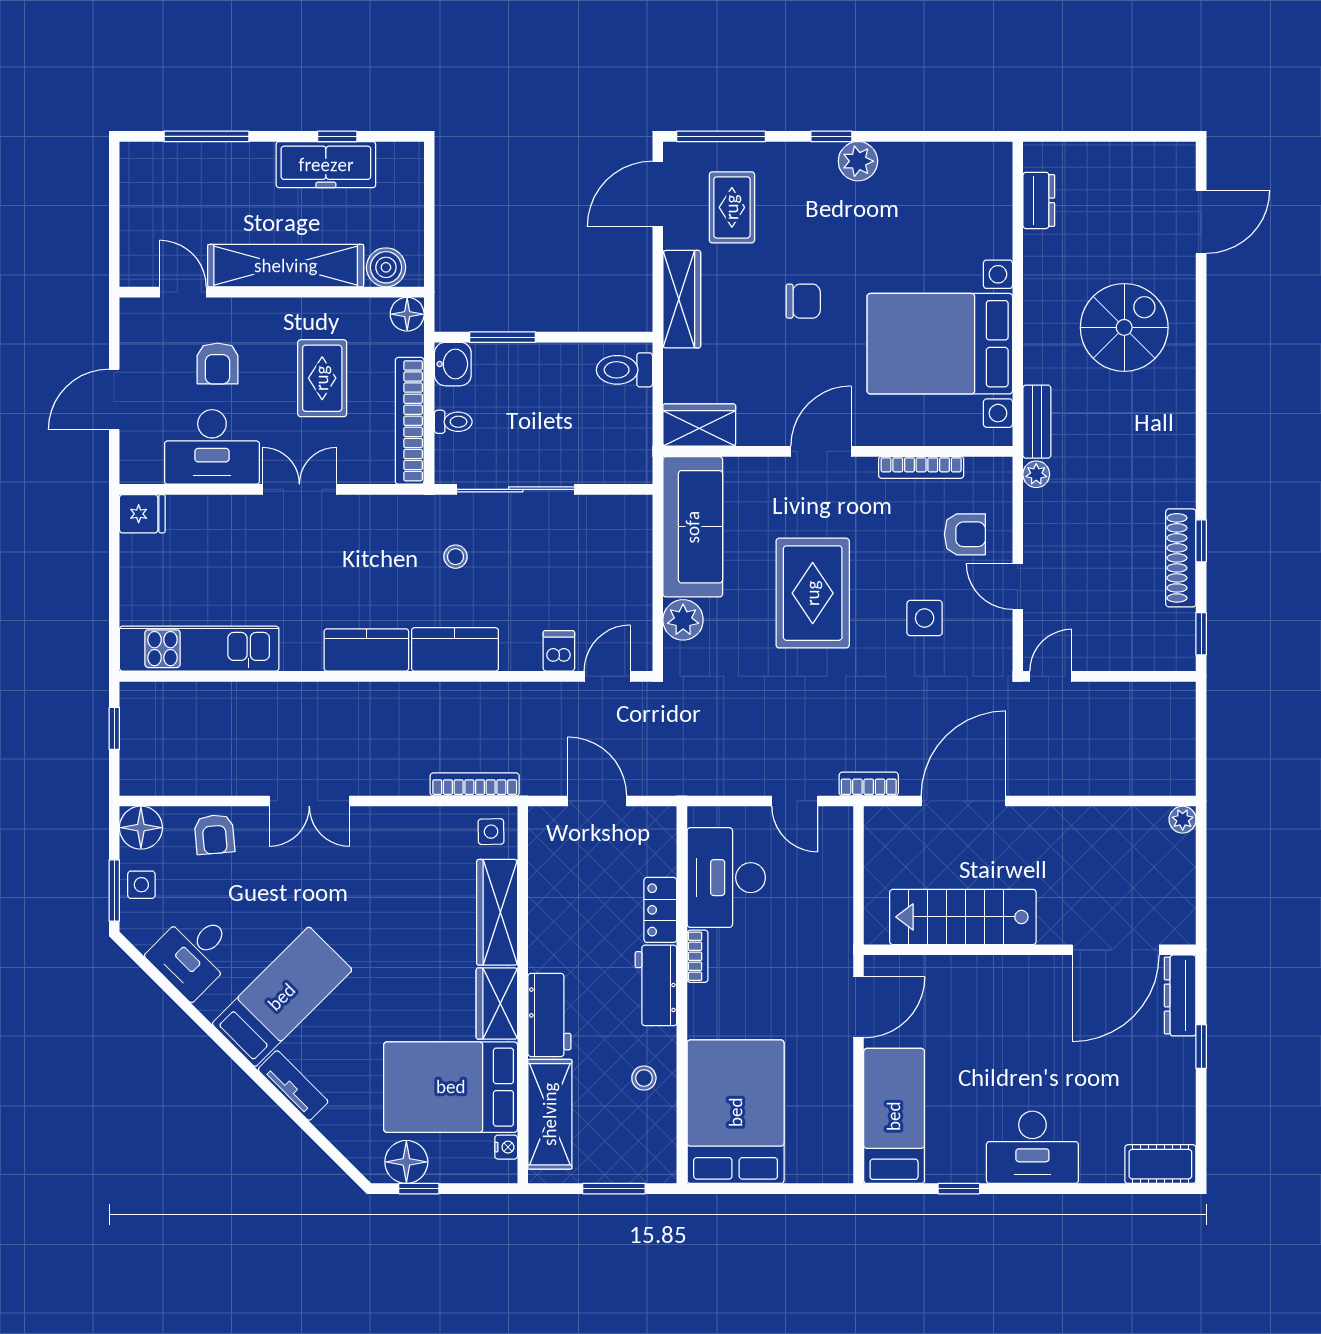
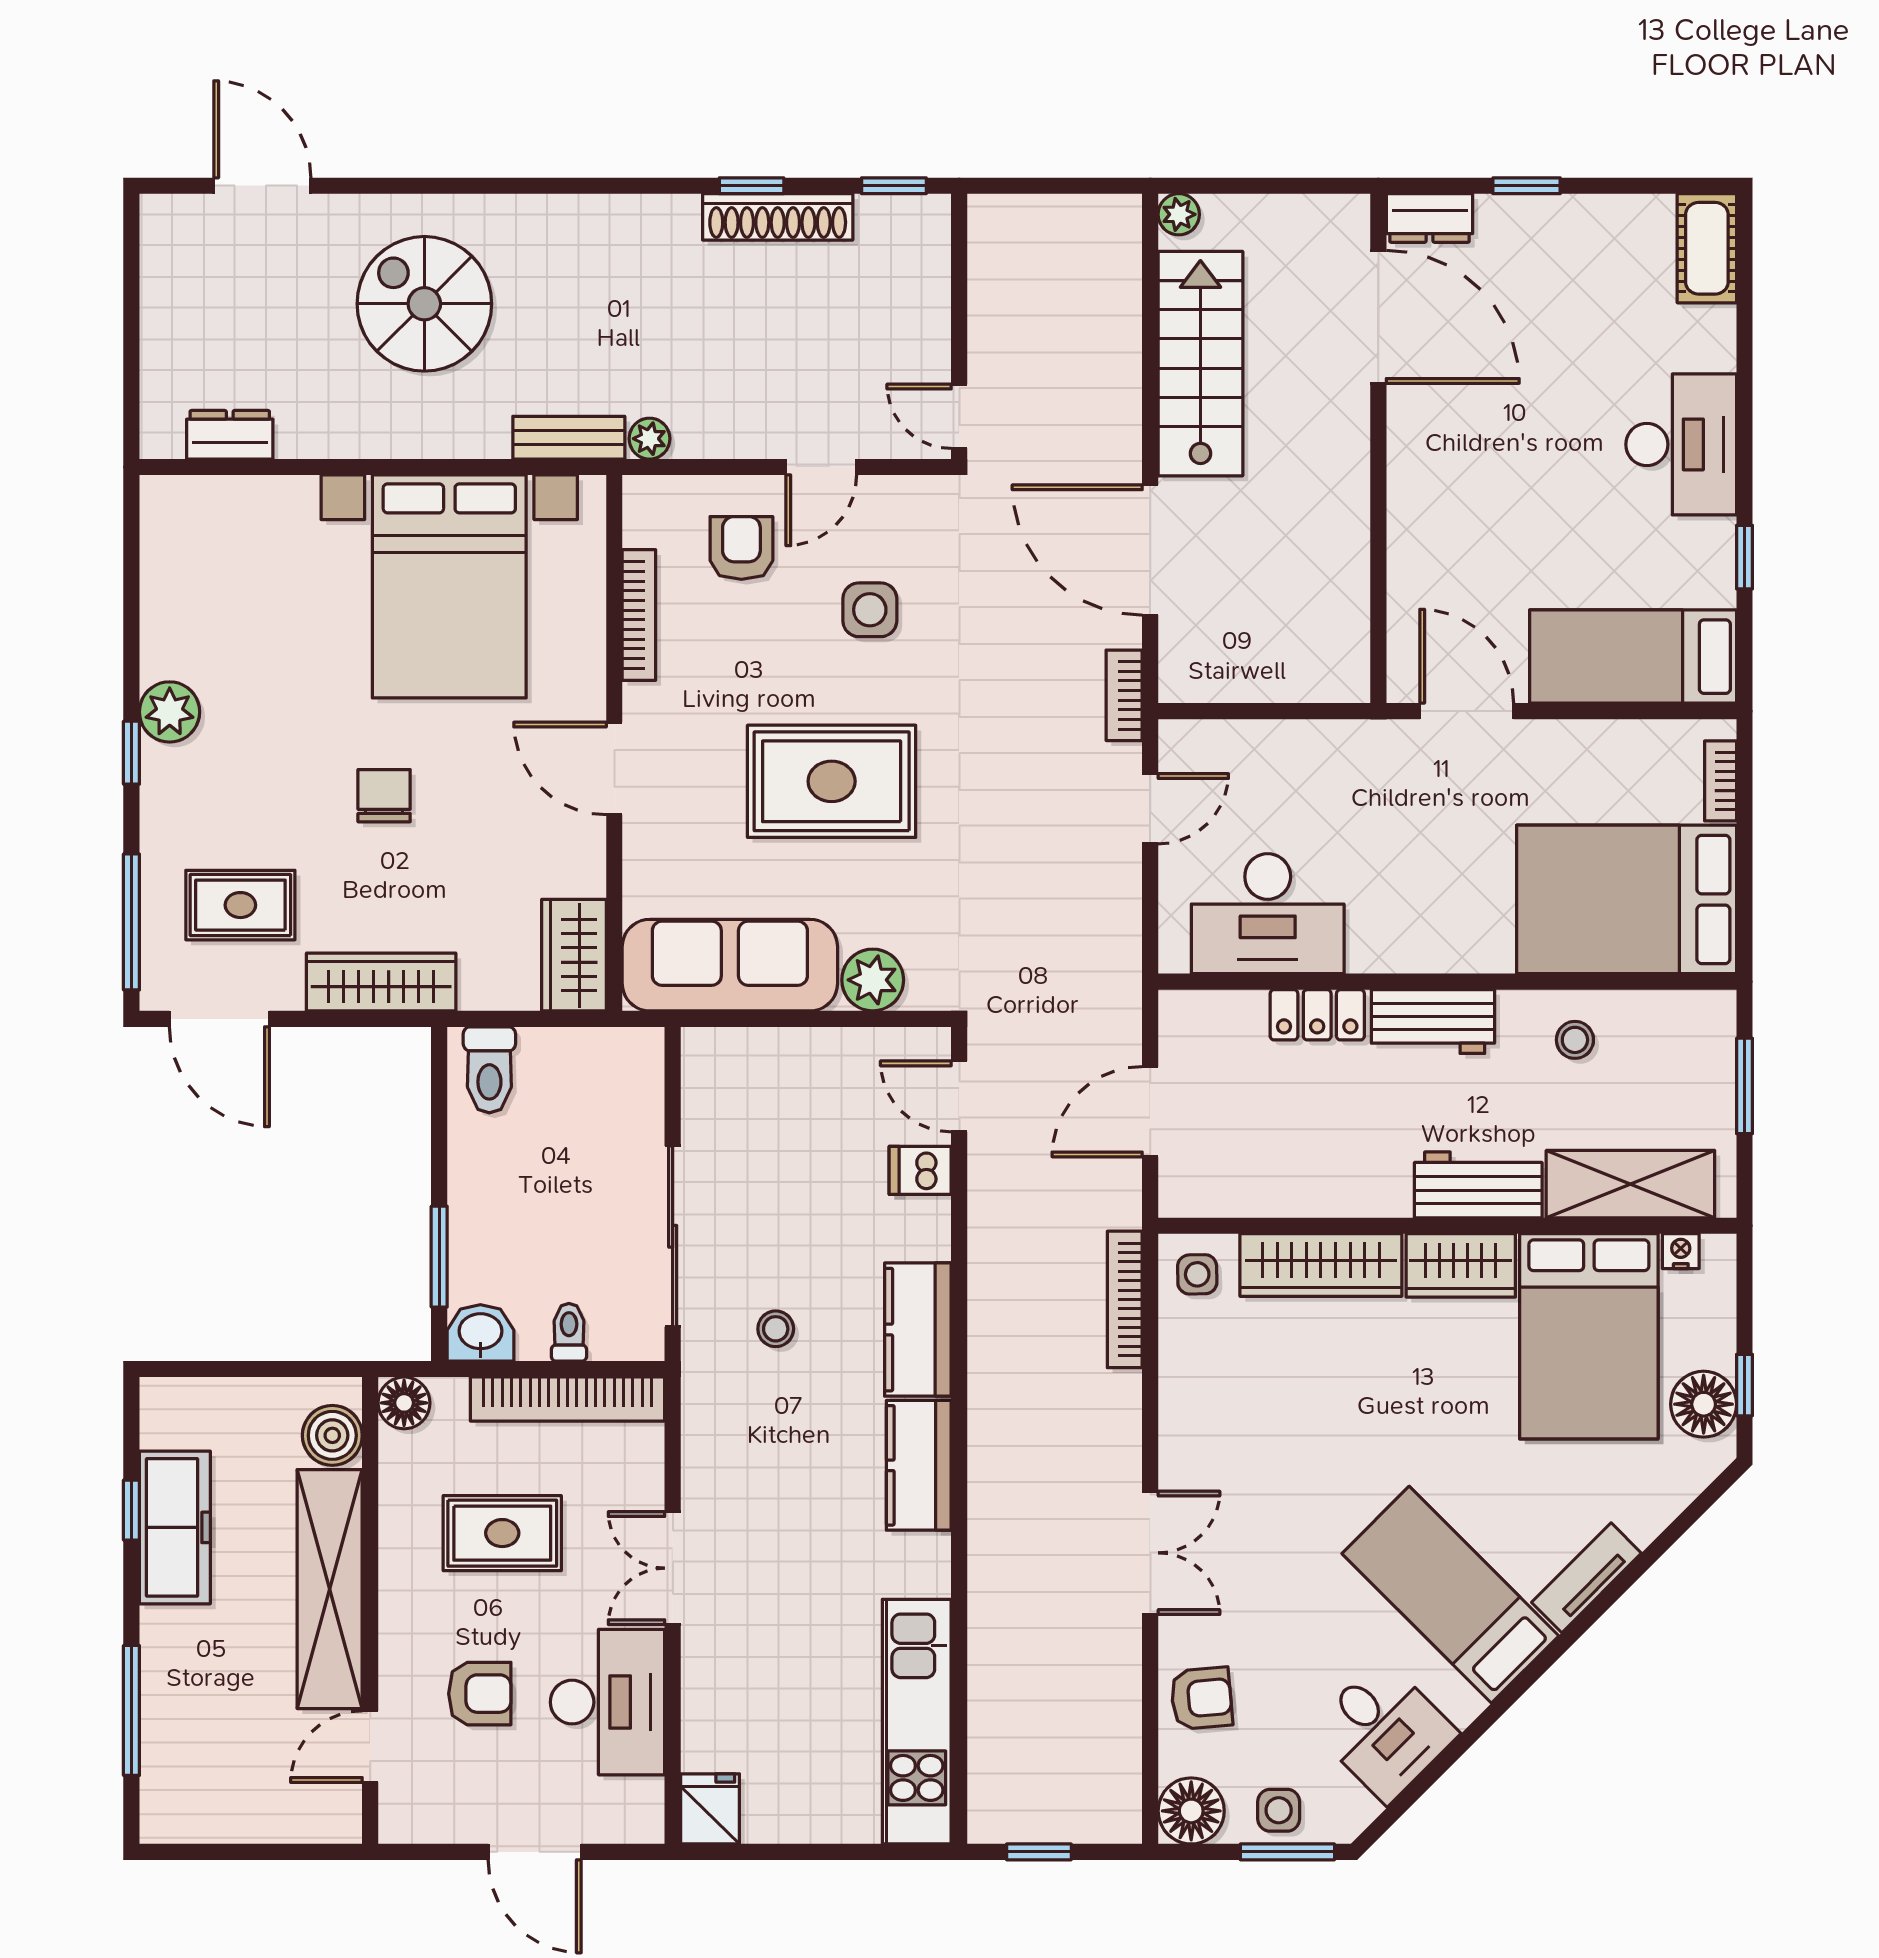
stairs: (963, 917) -> (1200, 364), moved, turned 180
bookcase: (698, 956) -> (1721, 781), moved, turned -90
dresser: (1180, 995) -> (1430, 218), width x0.70

